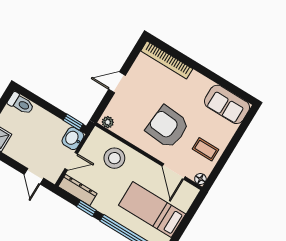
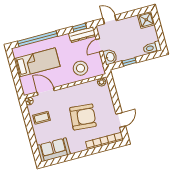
door: (117, 82) -> (121, 120), moved
window: (73, 122) -> (129, 62), moved
armchair: (167, 127) -> (83, 117), moved
window: (86, 208) -> (80, 27), moved

